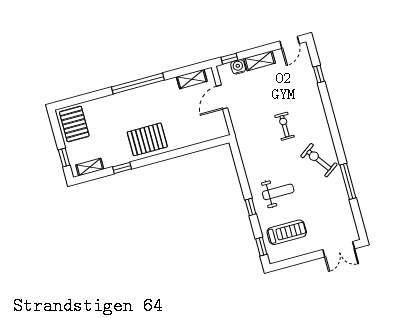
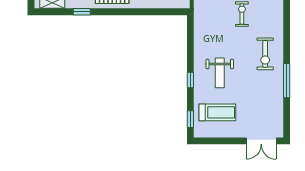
exercise bike: (319, 160) -> (265, 54), turned -144
weight bench: (278, 192) -> (220, 73), turned 90

